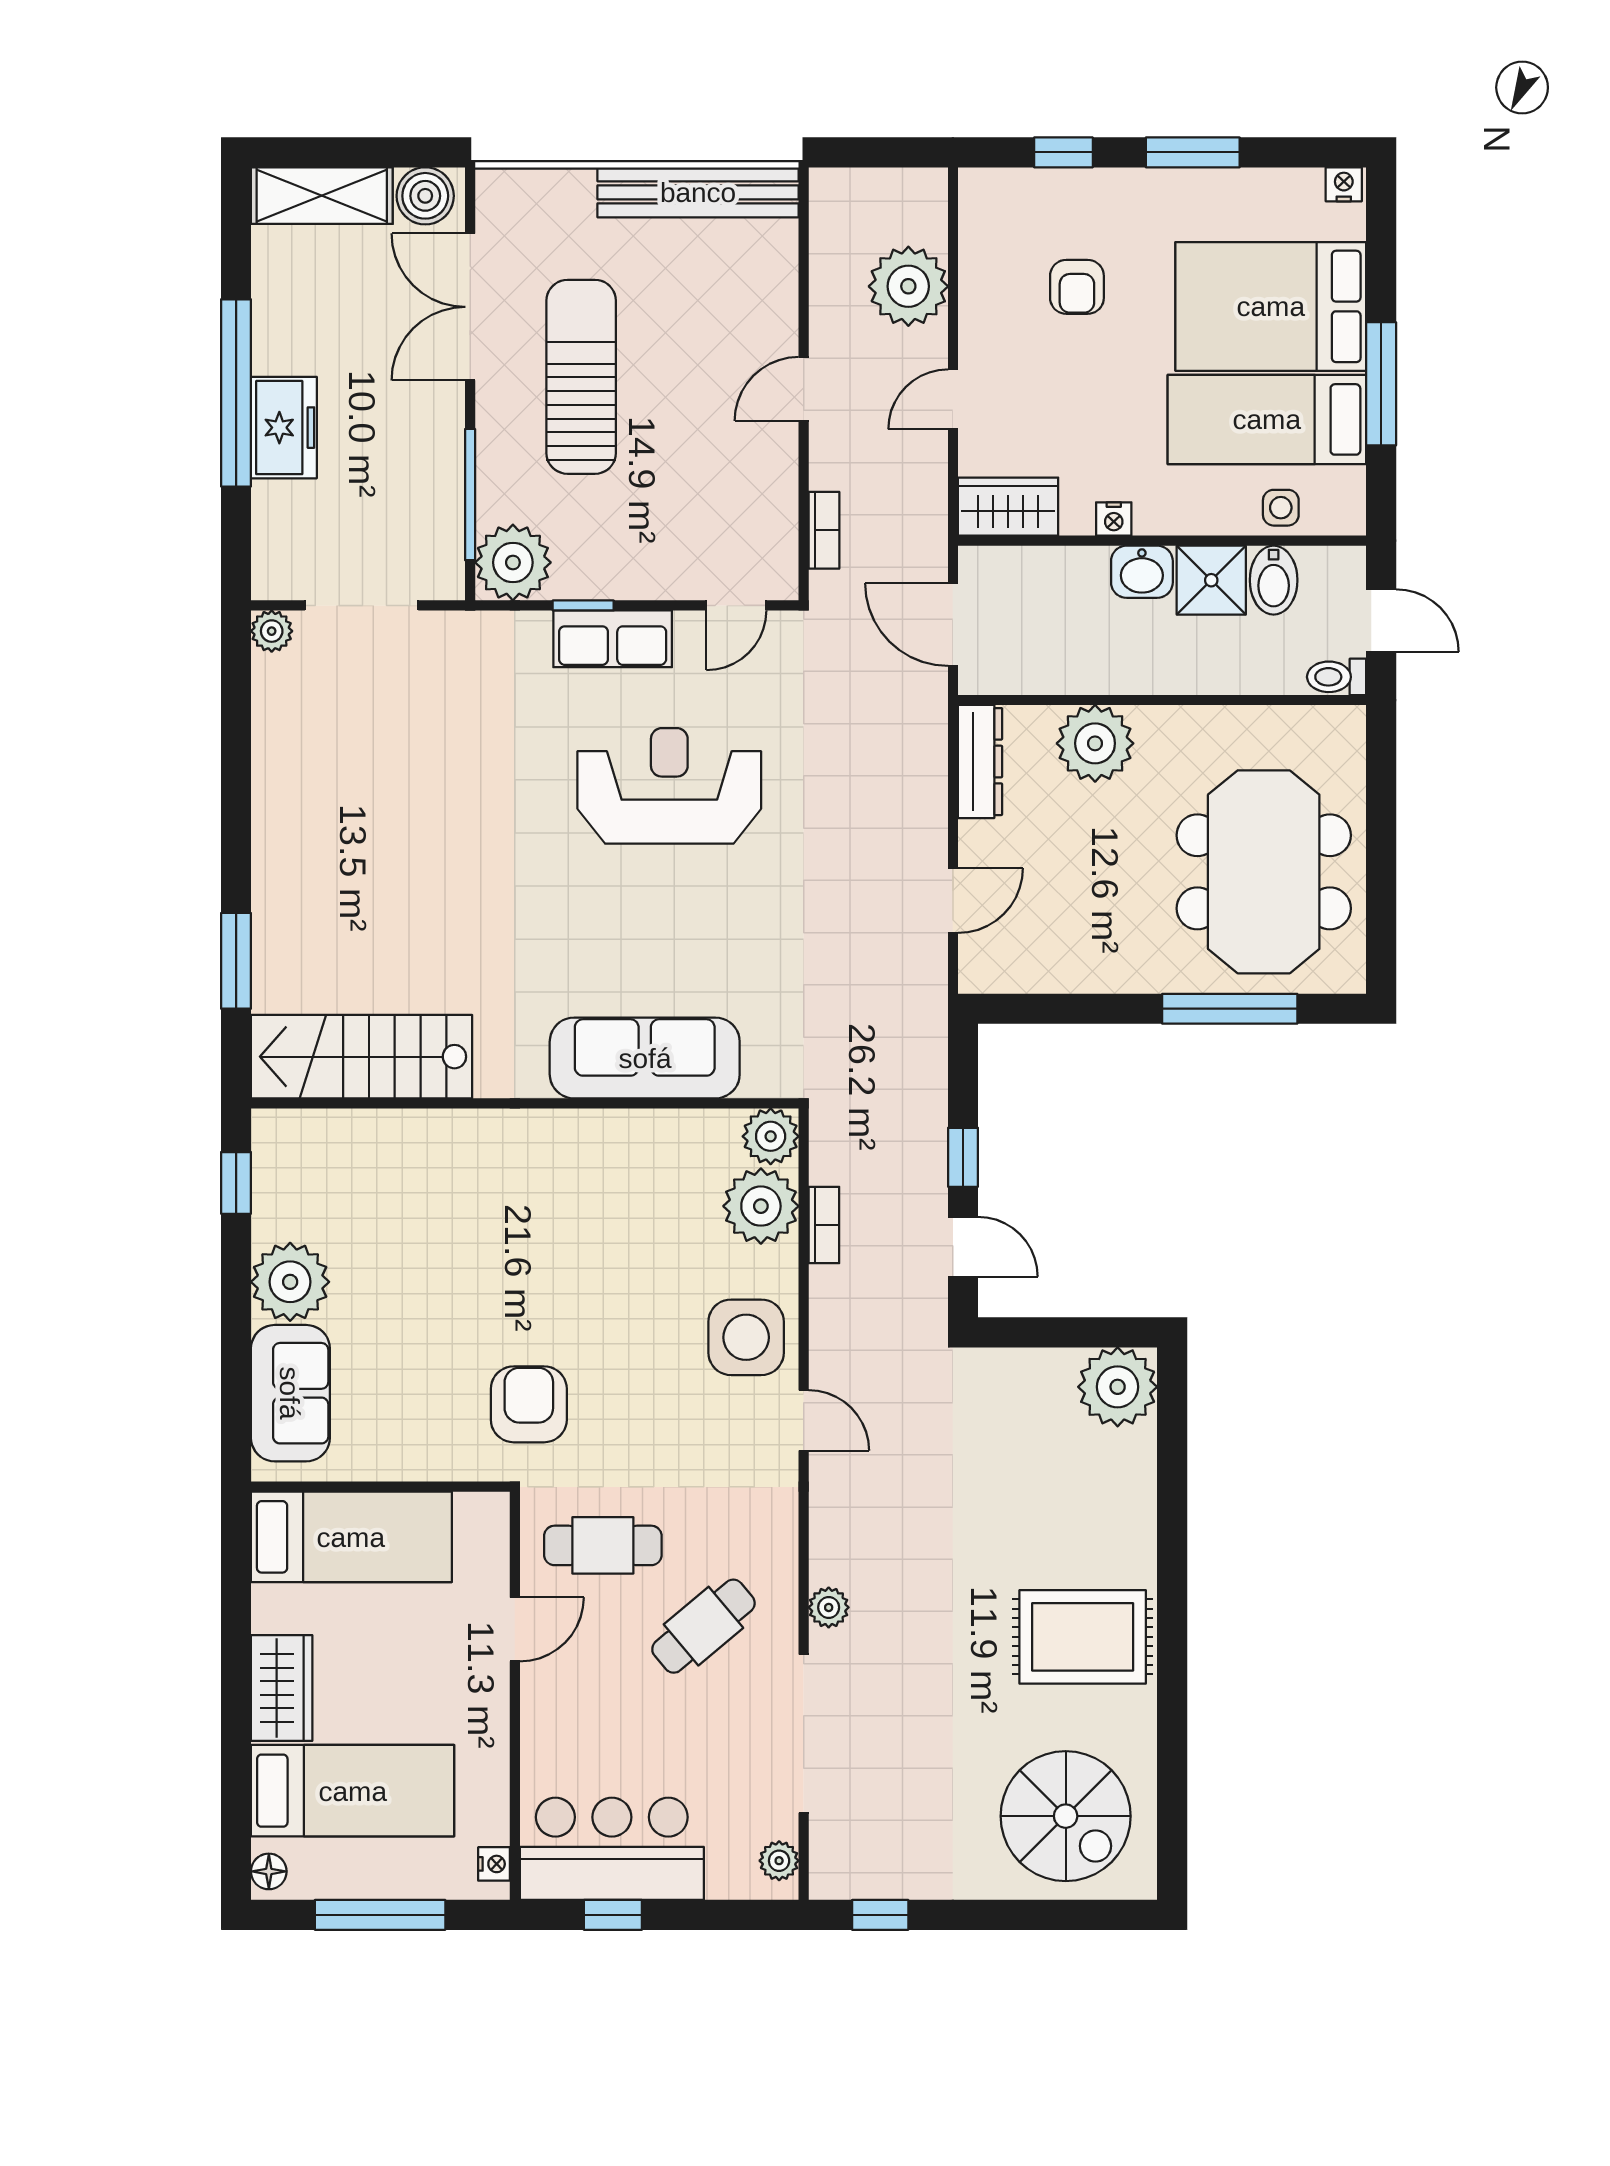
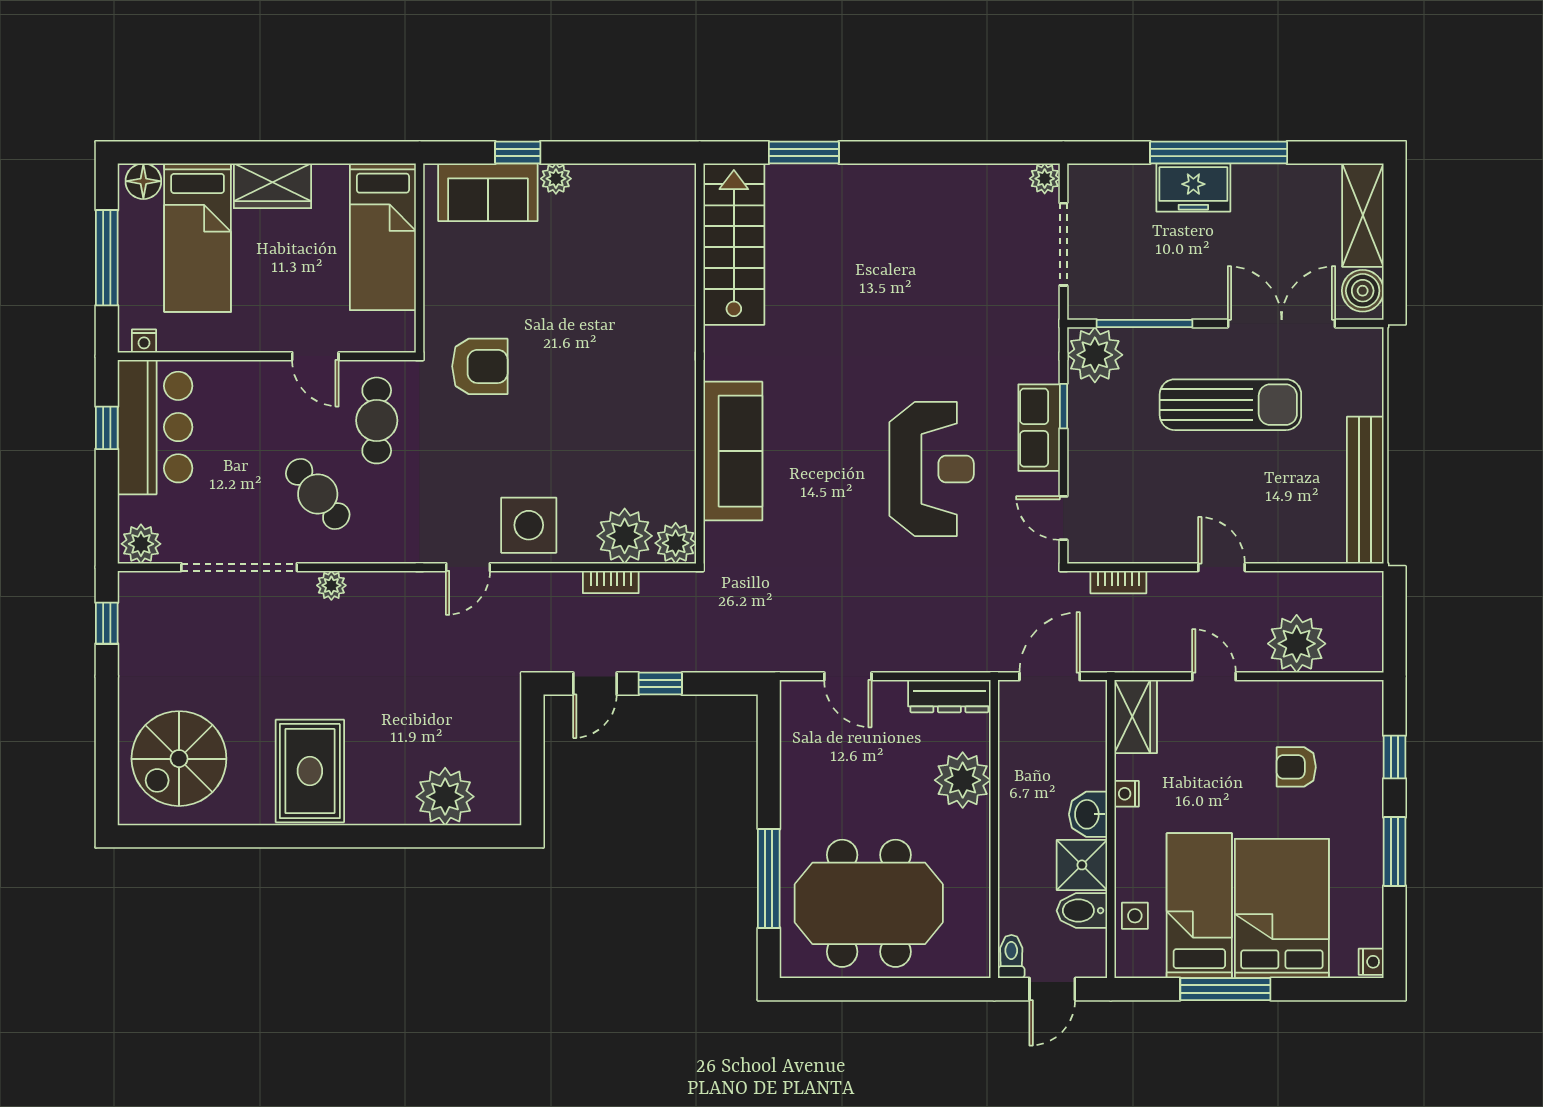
window: (236, 1183) -> (518, 152), moved
plant: (290, 1282) -> (556, 179), width x0.53, depth x0.53
plant: (1118, 1387) -> (445, 797), moved
plant: (779, 1861) -> (141, 544), width x1.38, depth x1.38
floor lamp: (269, 1871) -> (143, 181), width x1.37, depth x1.37

